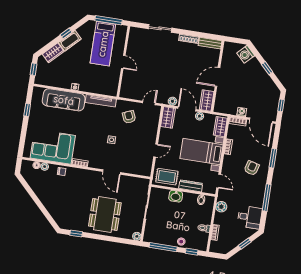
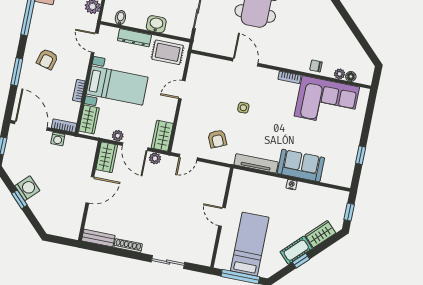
washing machine: (246, 54) -> (27, 188), moved
sofa: (64, 100) -> (301, 166), width x0.73

